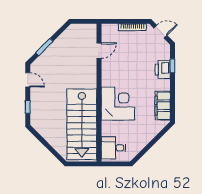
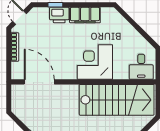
door: (99, 51) -> (39, 82), width x1.88
filing cabinet: (163, 106) -> (85, 15), moved

